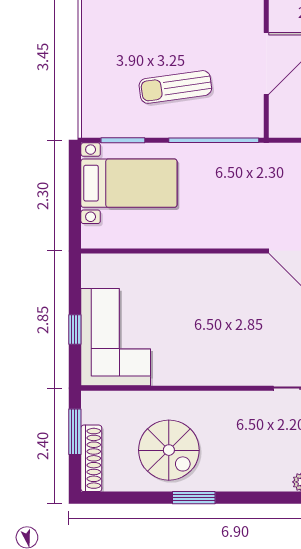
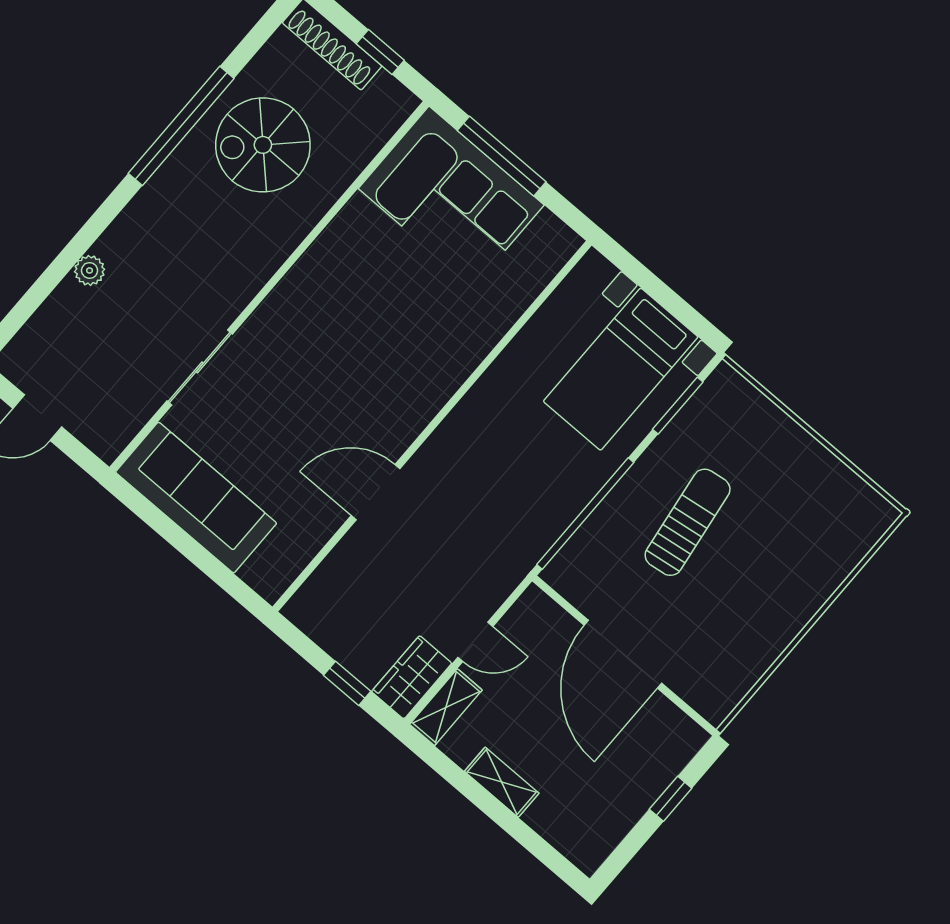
window: (75, 330) -> (502, 156), width x2.17
window: (75, 432) -> (380, 52), width x0.67
window: (194, 498) -> (181, 126), width x2.11

